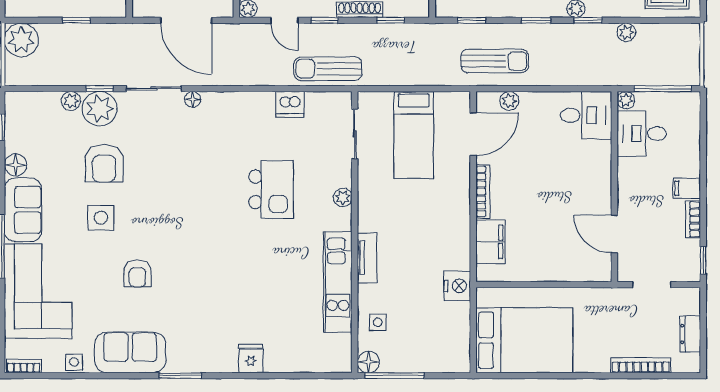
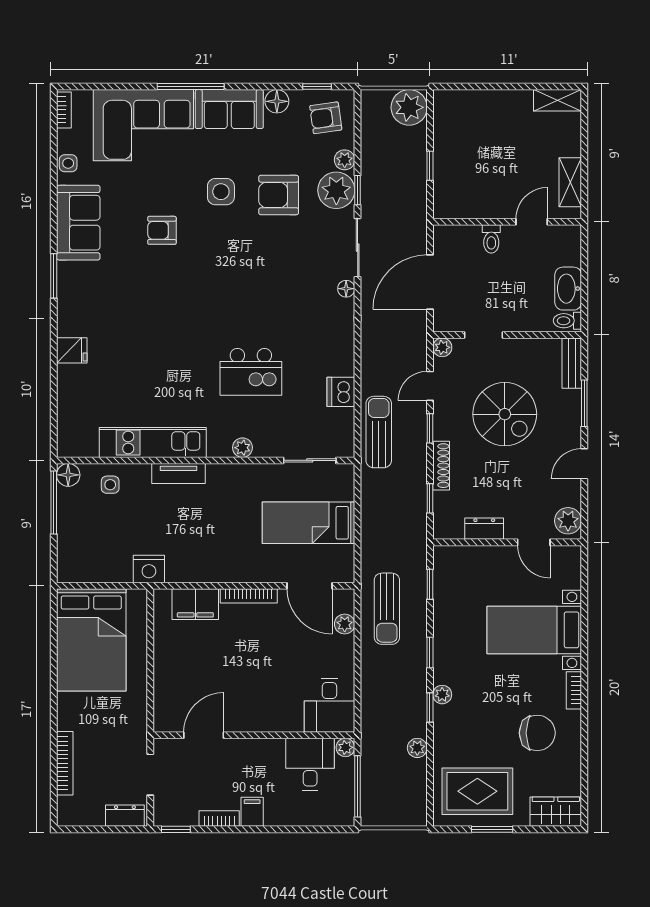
armchair: (31, 119) -> (326, 118), added
dresser: (690, 334) -> (125, 816), moved

